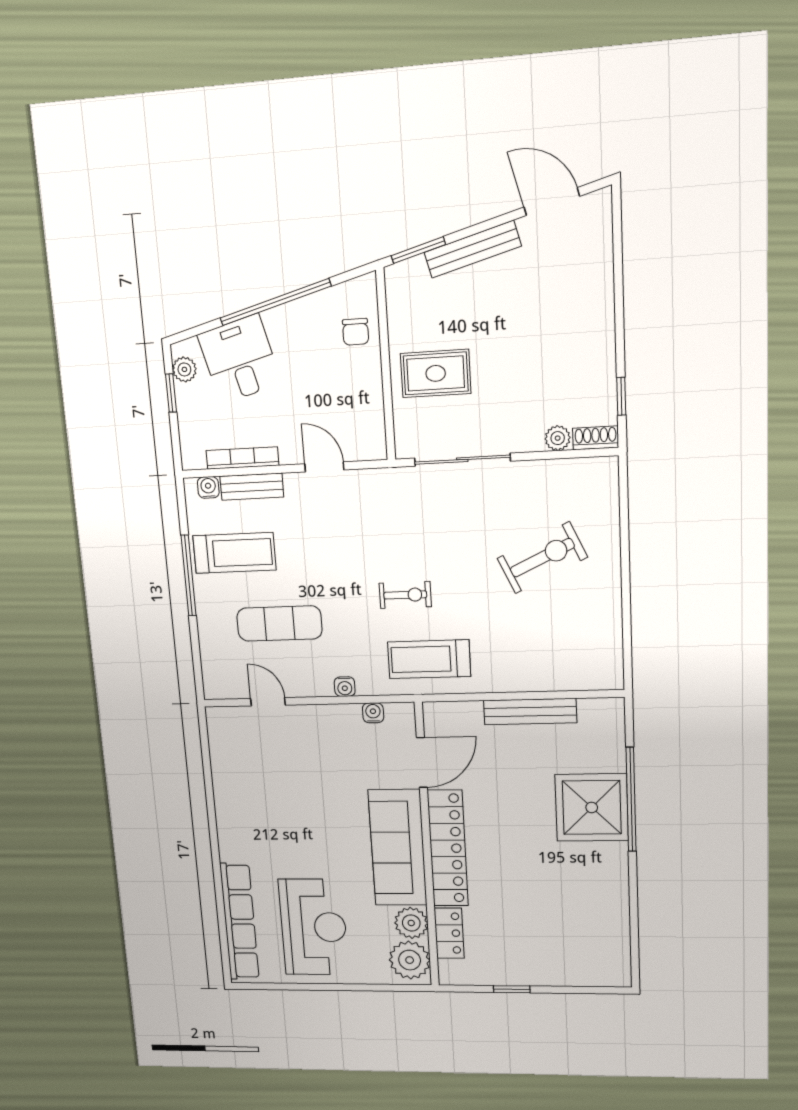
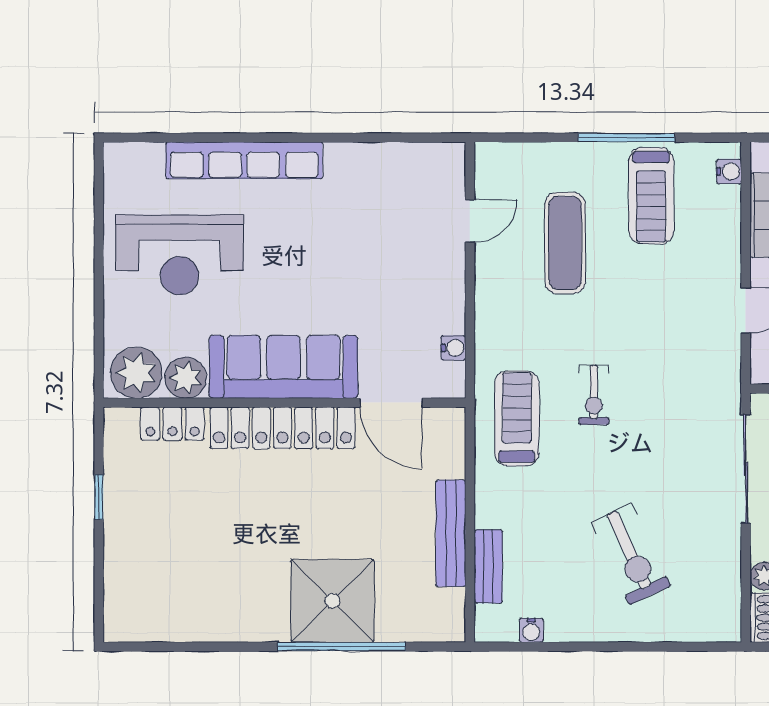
bench: (252, 487) -> (488, 566), moved
water cooler: (345, 687) -> (531, 630), moved, turned -90
row of seats: (239, 922) -> (244, 160), moved

